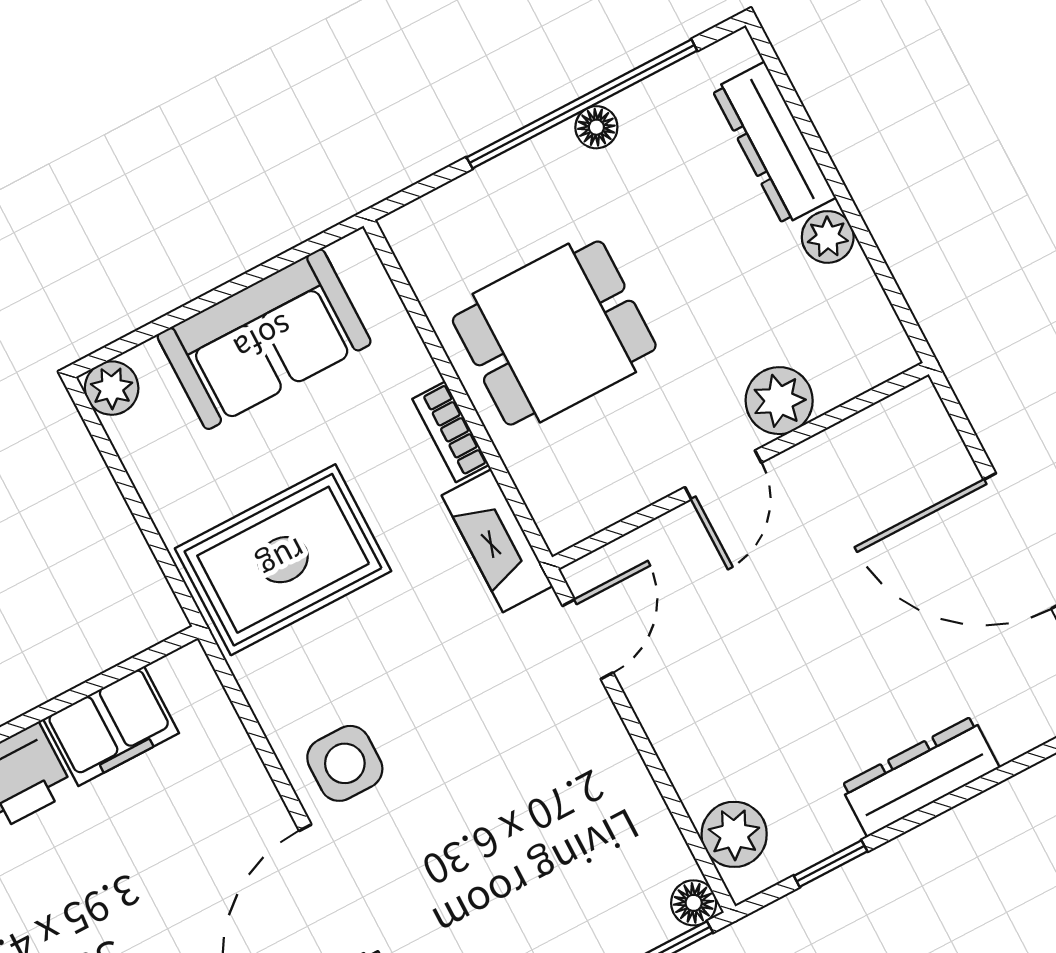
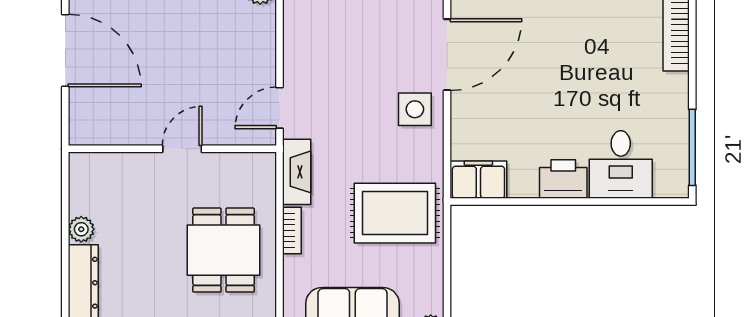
dining table: (554, 333) -> (224, 250), turned 90
plant: (779, 401) -> (140, 169), removed
filing cabinet: (111, 726) -> (478, 180), moved

